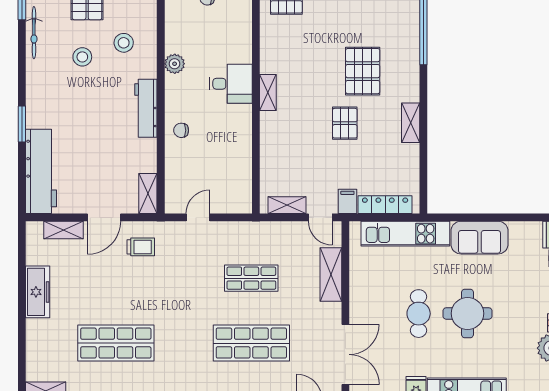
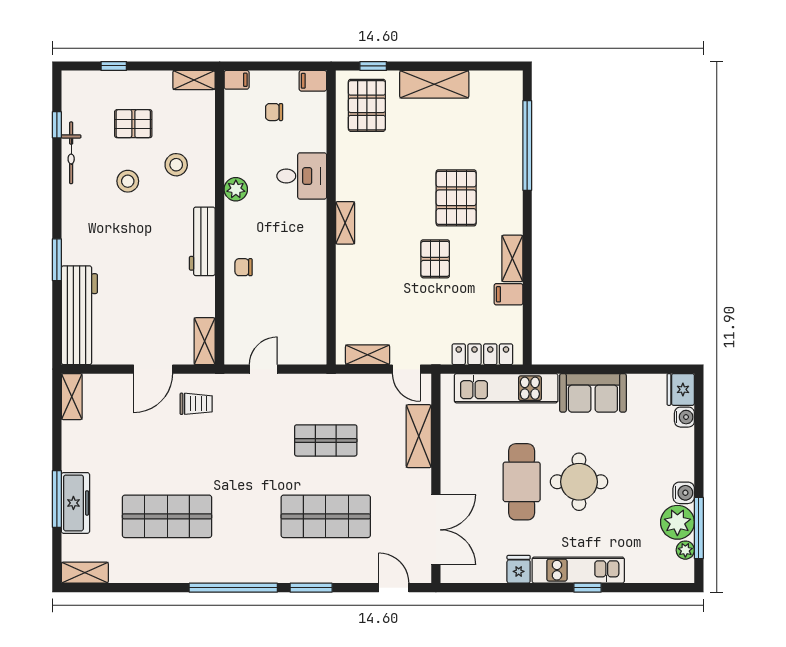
desk: (231, 84) -> (302, 176), moved
filing cabinet: (347, 201) -> (509, 294), moved, turned -90
shelving: (64, 230) -> (72, 397), moved, turned 90
freezer: (38, 292) -> (75, 503), moved
cafe table: (419, 314) -> (522, 482), width x1.37, depth x1.35
window: (22, 328) -> (57, 499), added

